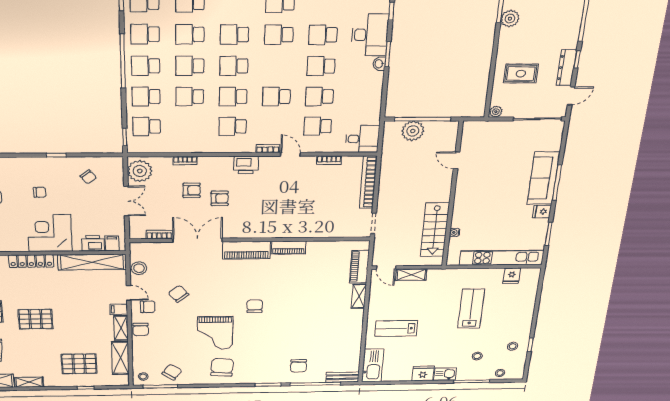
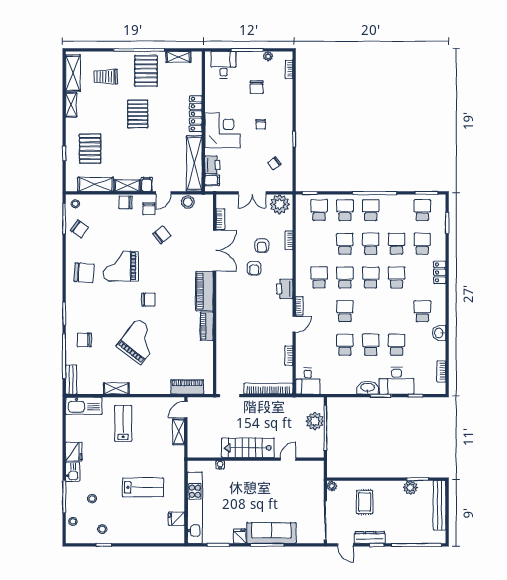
school desk: (145, 34) -> (396, 210), removed
school desk: (279, 35) -> (396, 311), removed
washbasin: (379, 64) -> (368, 388), width x1.91, depth x1.45
school desk: (318, 126) -> (319, 345), removed
stairs: (435, 230) -> (248, 448), moved
shelving: (359, 296) -> (116, 389), moved
grand piano: (303, 314) -> (139, 342), added

